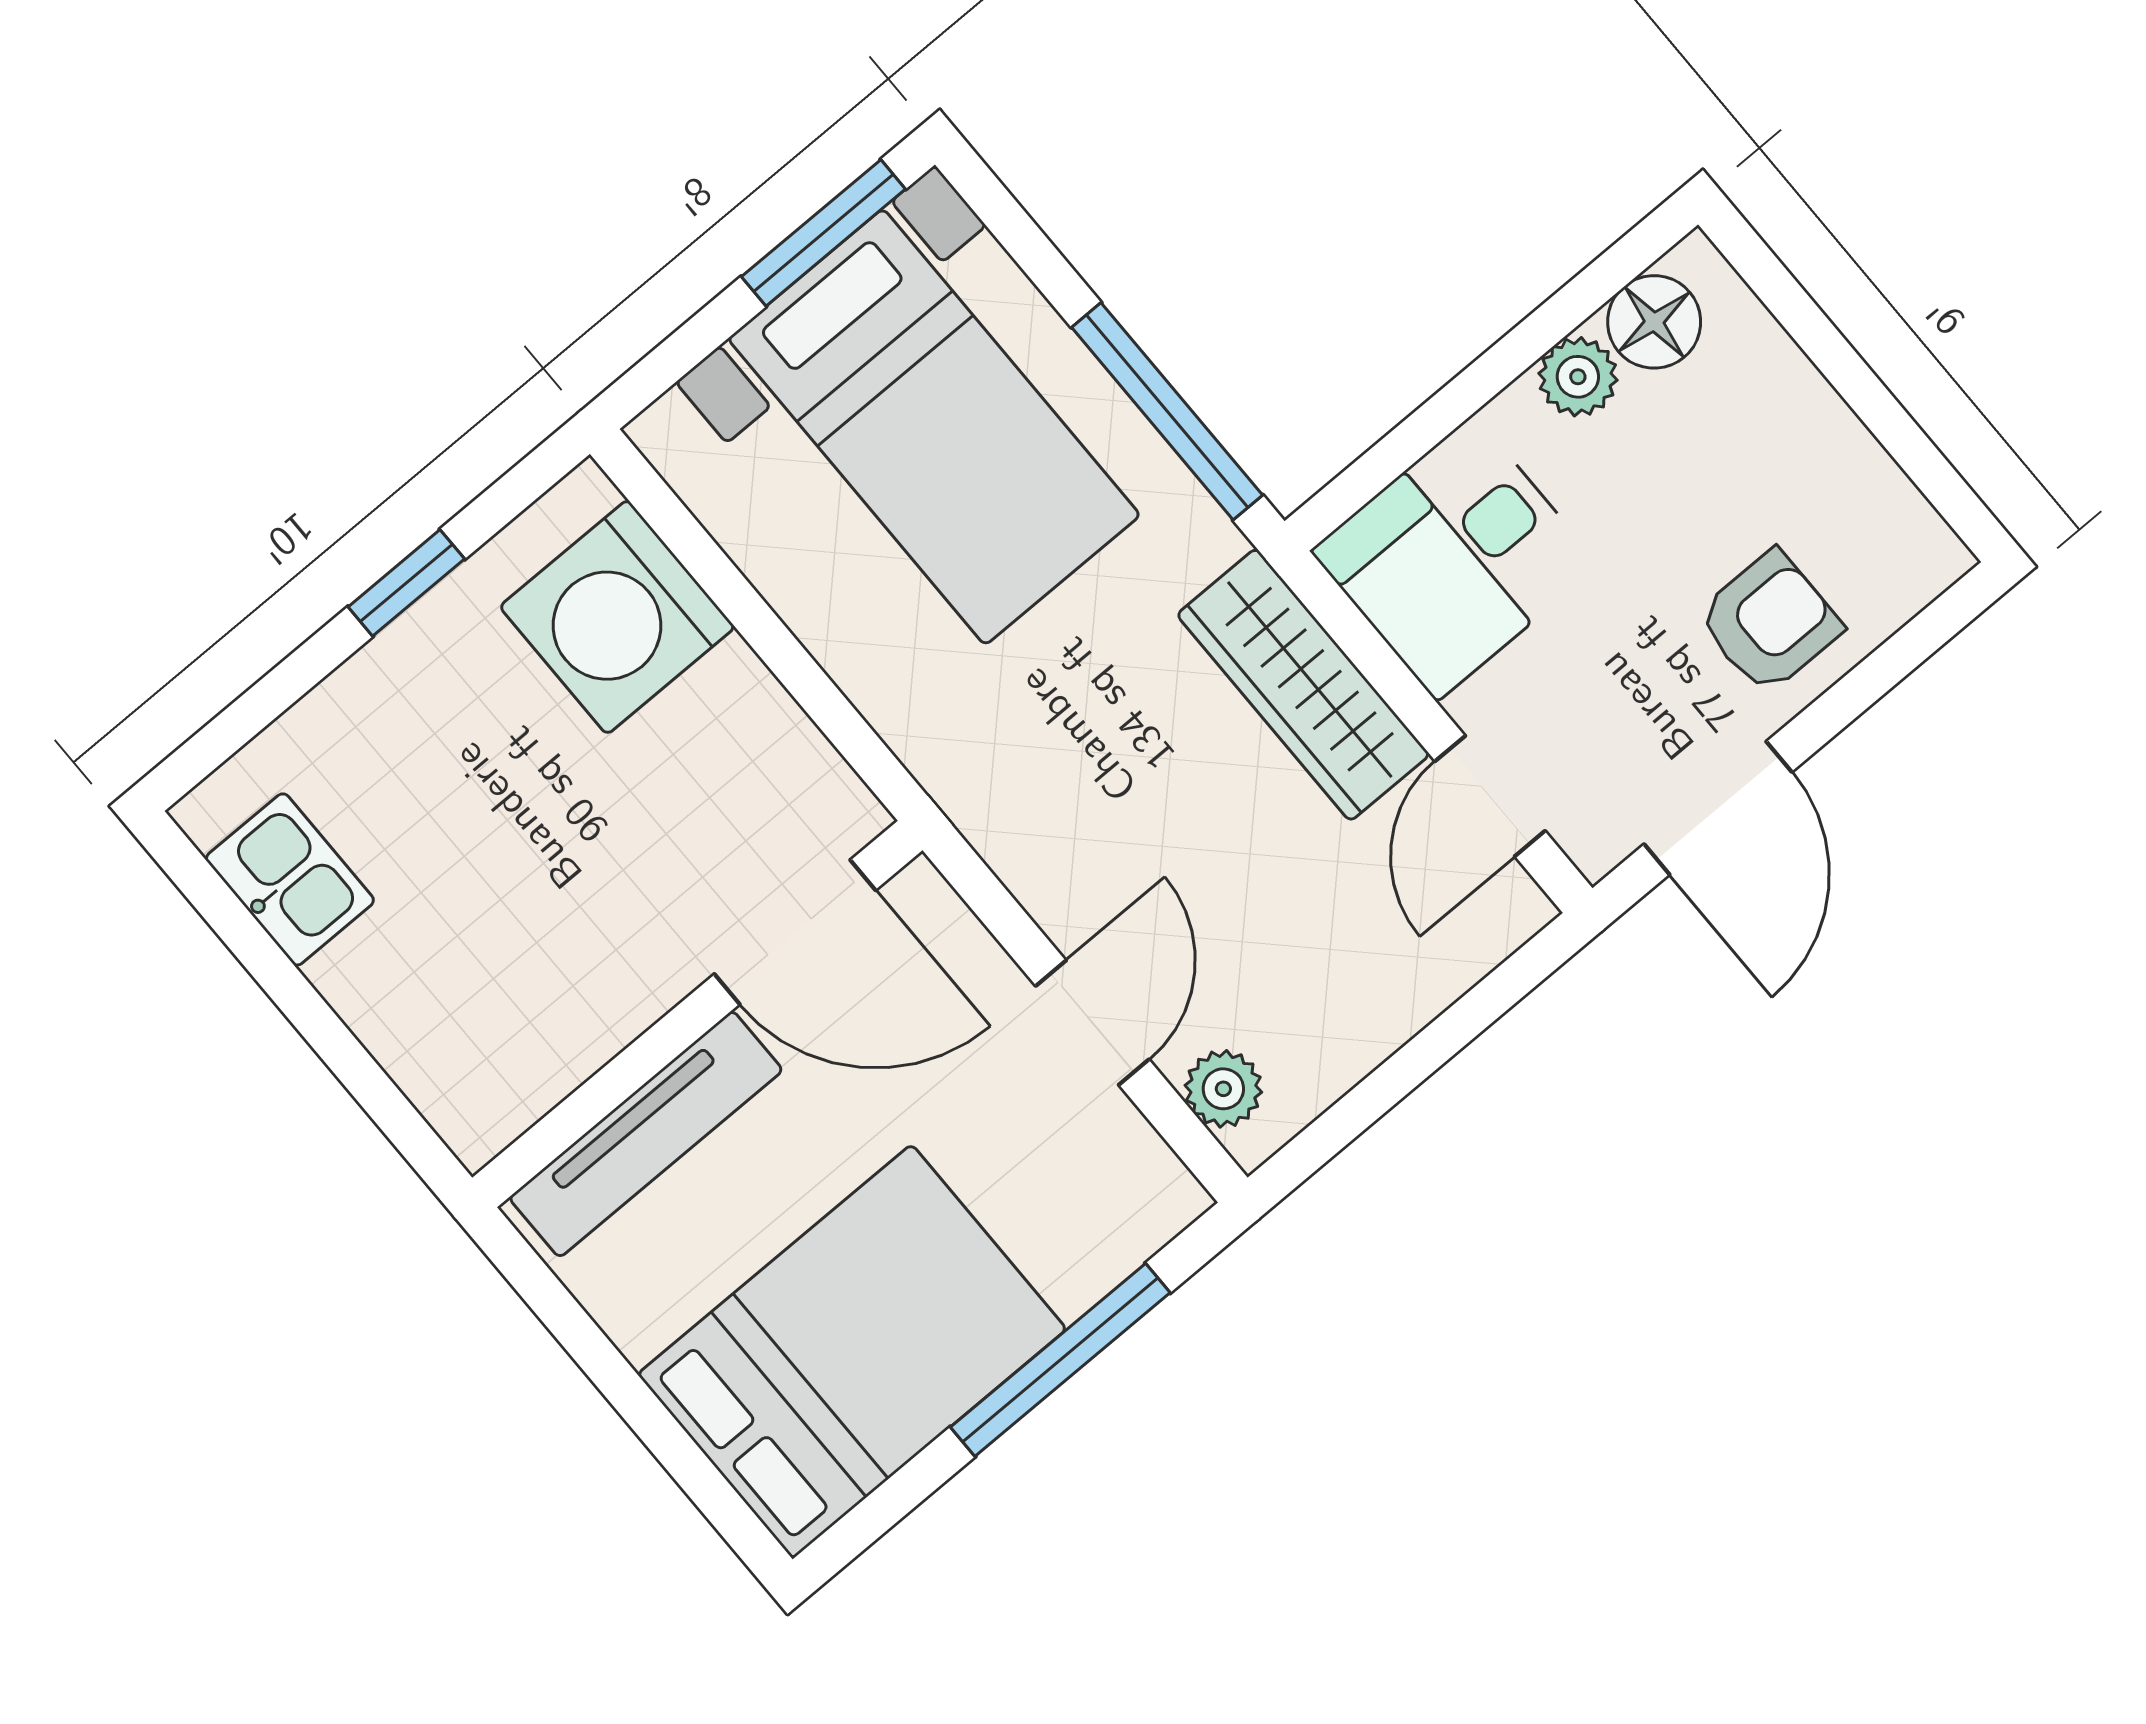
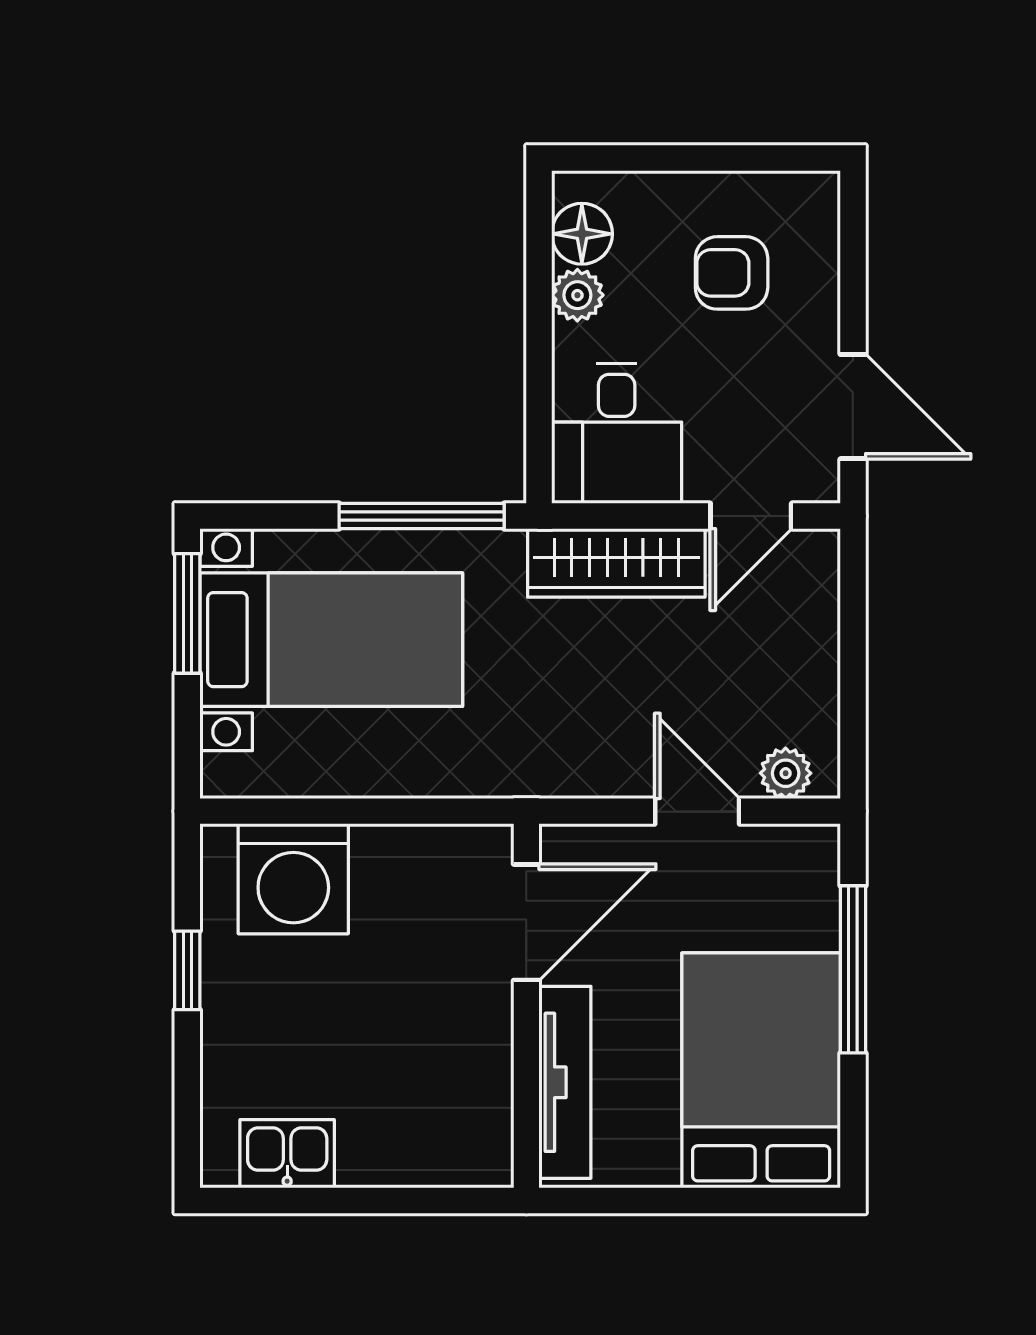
armchair: (1769, 622) -> (732, 273), moved, turned -90
door: (1490, 796) -> (751, 516), hinge flipped

